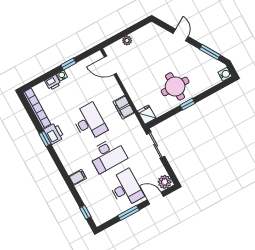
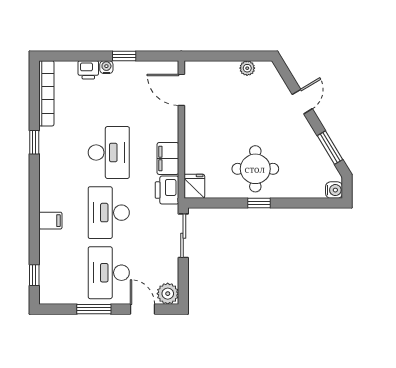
plant: (127, 40) -> (247, 68), moved
printer: (54, 134) -> (167, 190), moved, turned 180
desk: (107, 155) -> (109, 213), turned 90
desk: (126, 188) -> (109, 273), turned 180

